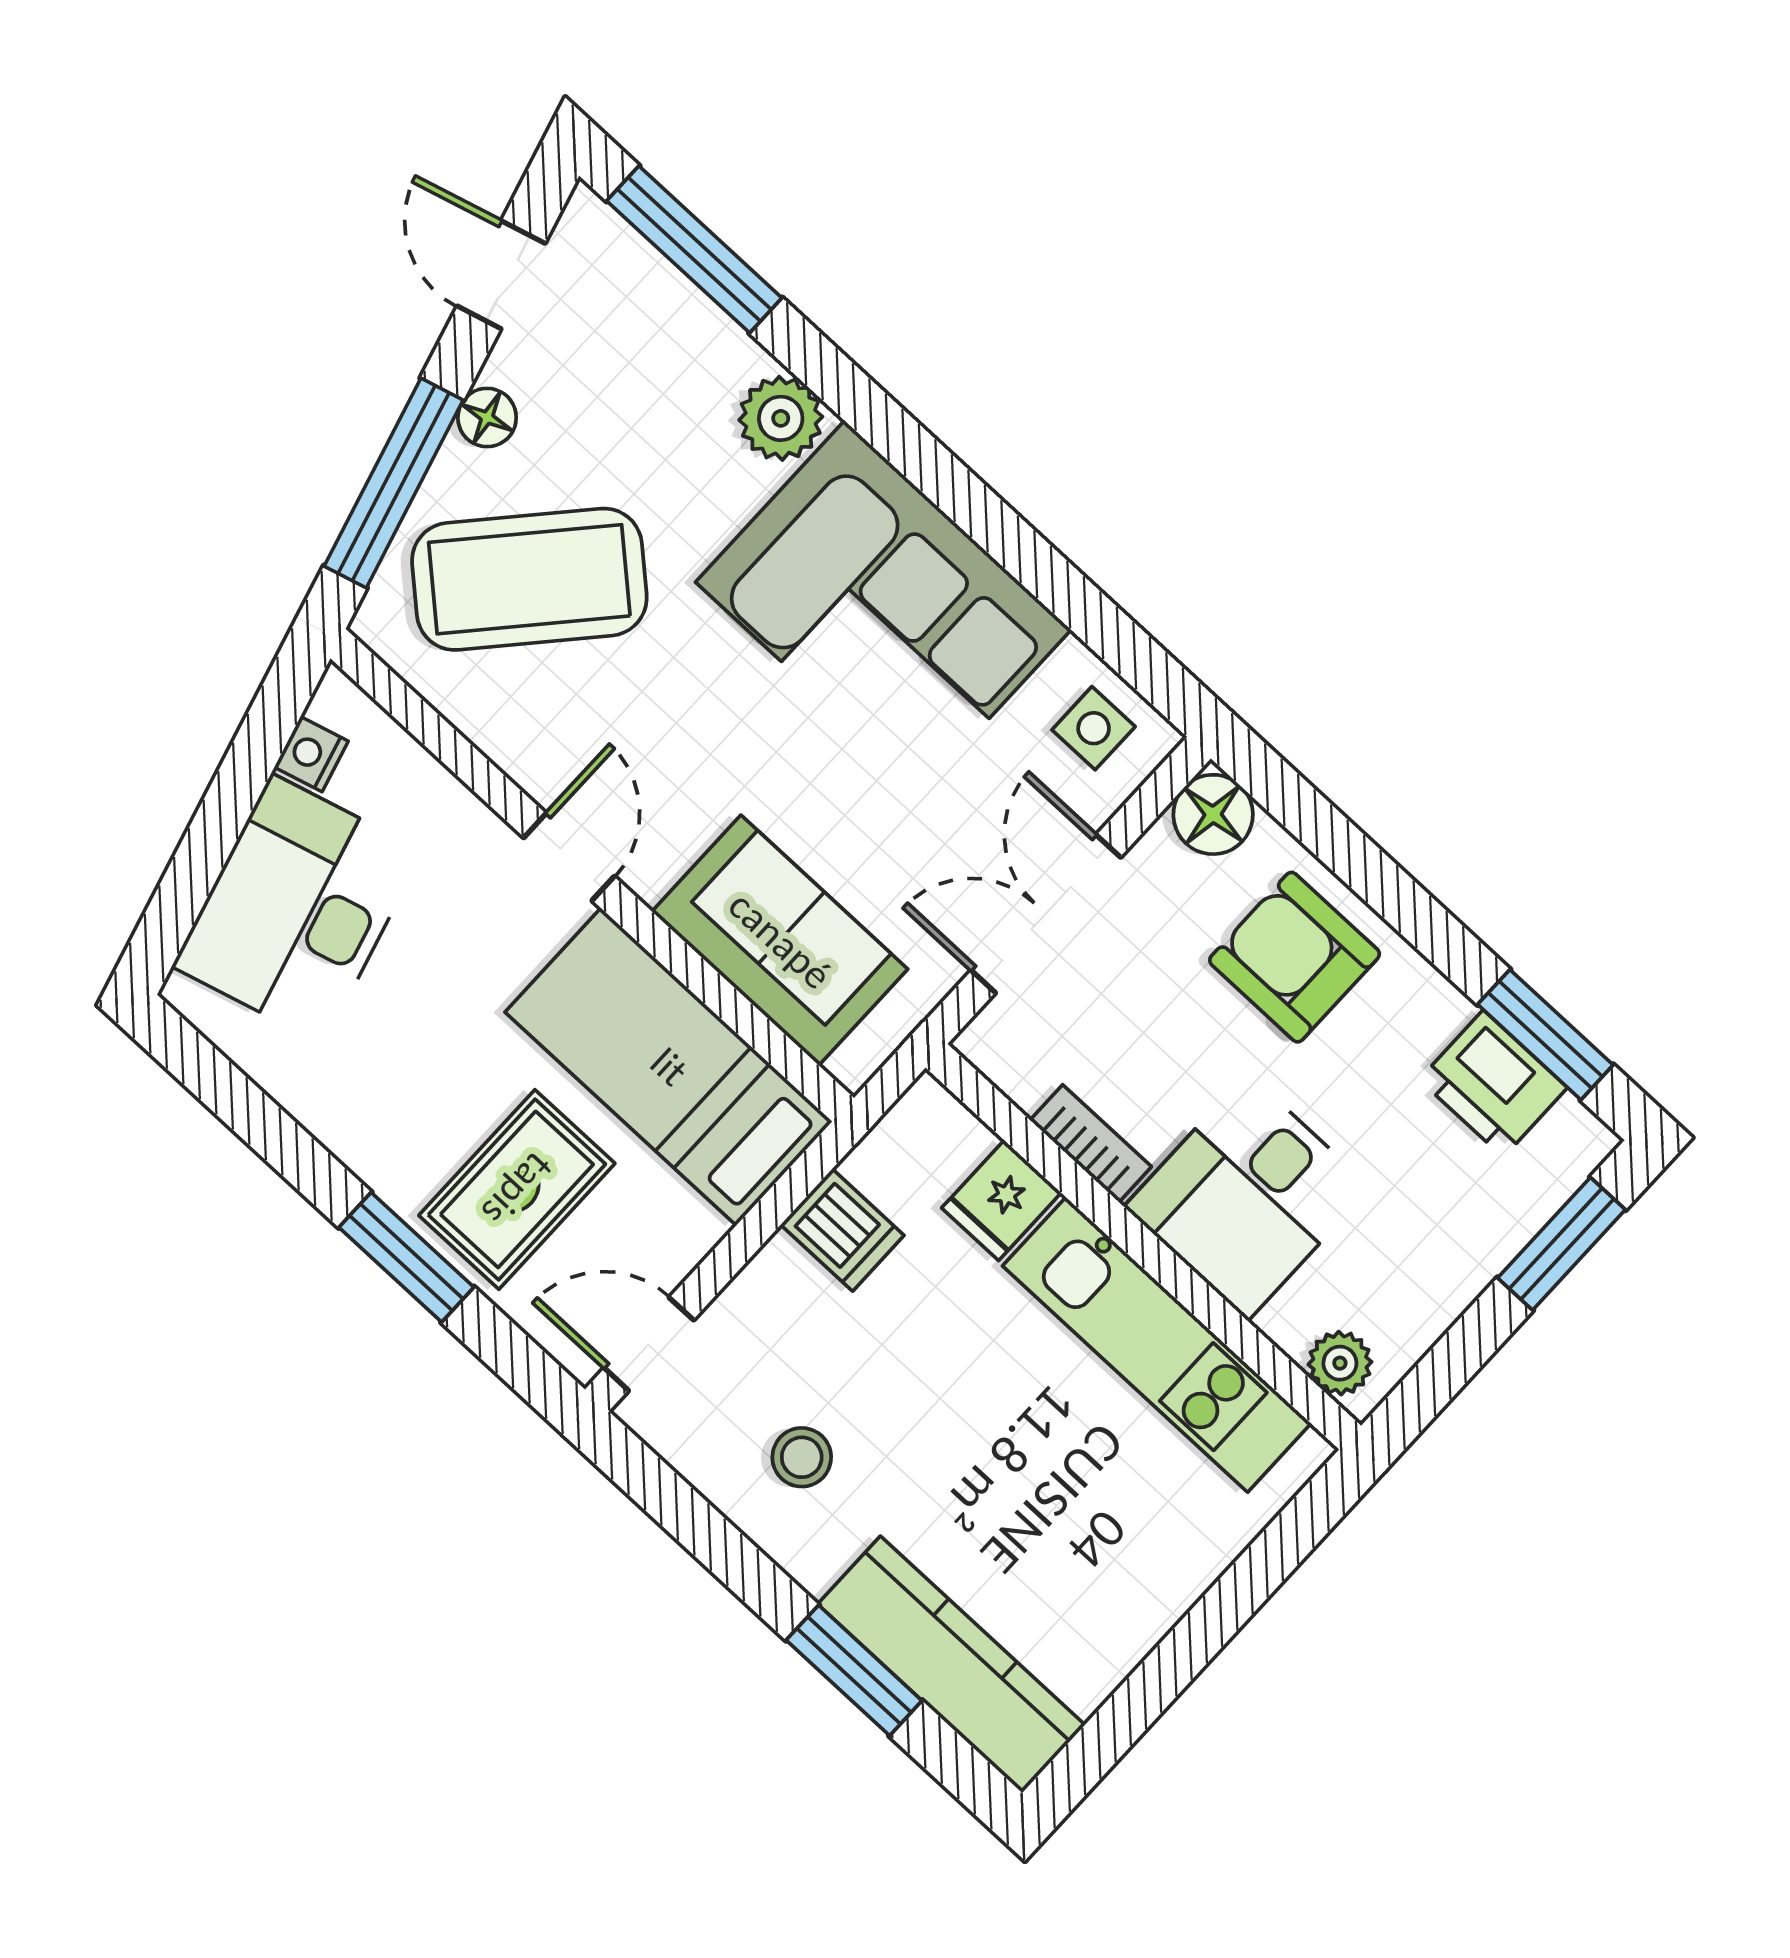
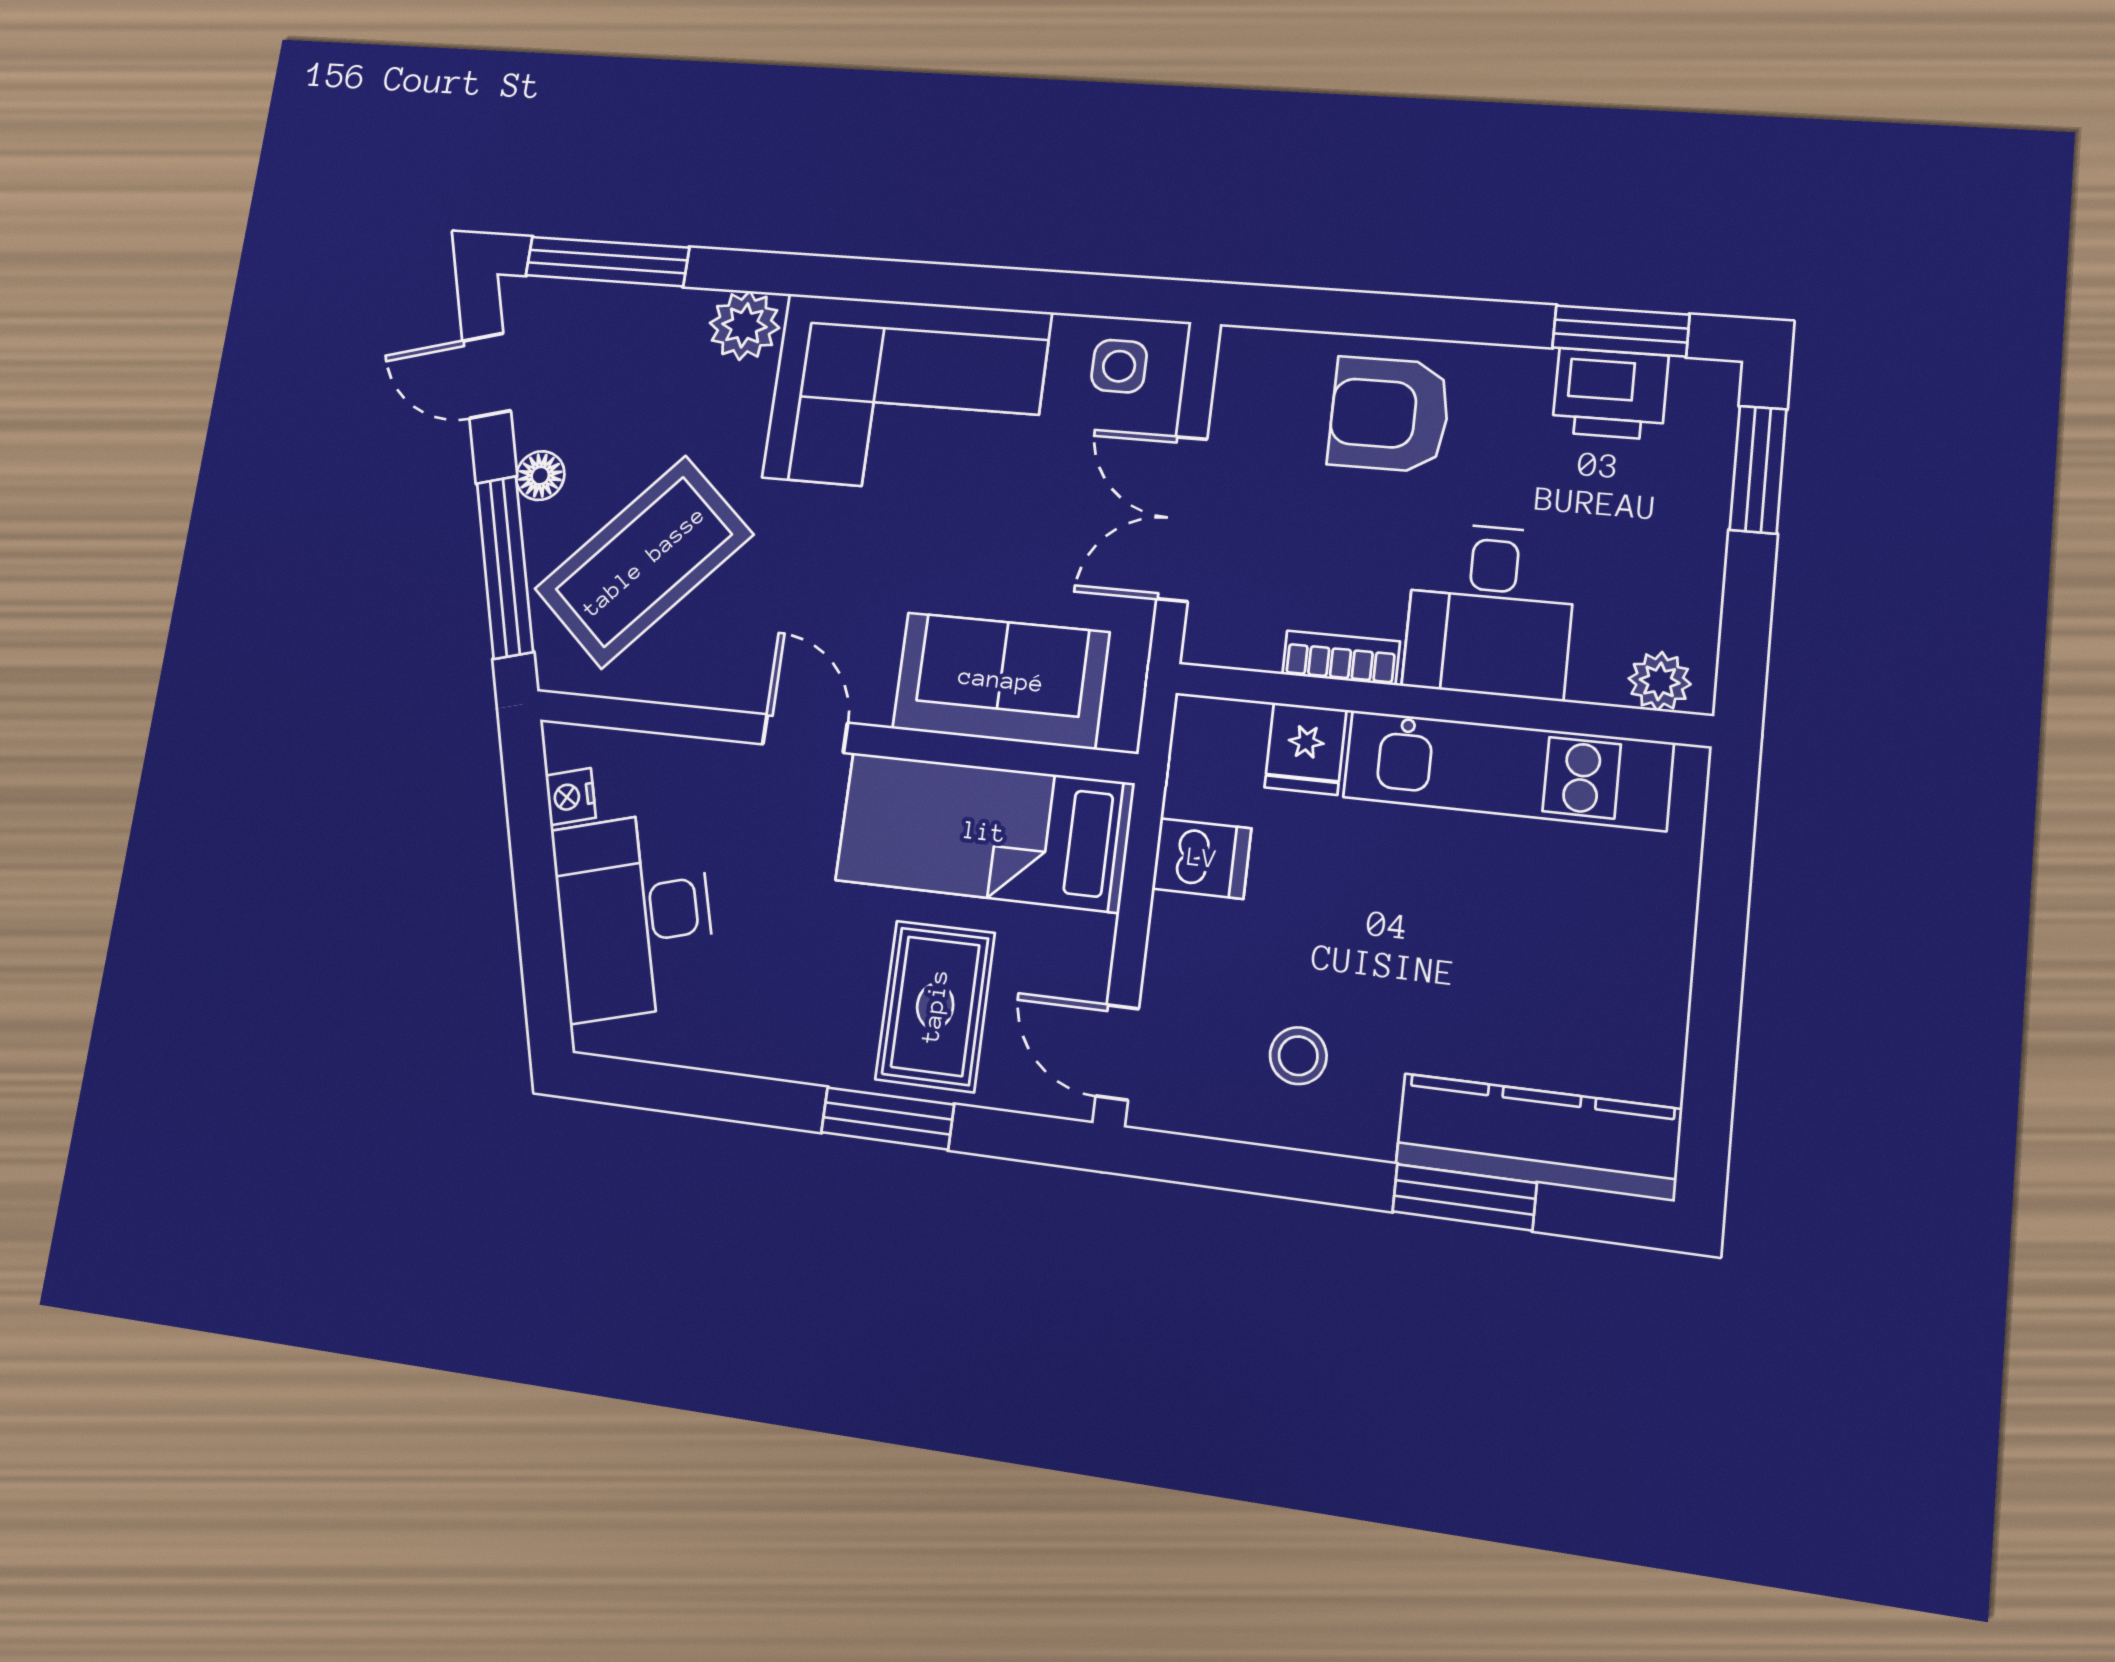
floor lamp: (1213, 814) -> (1251, 361), removed
door: (649, 1344) -> (1117, 1052), hinge flipped

